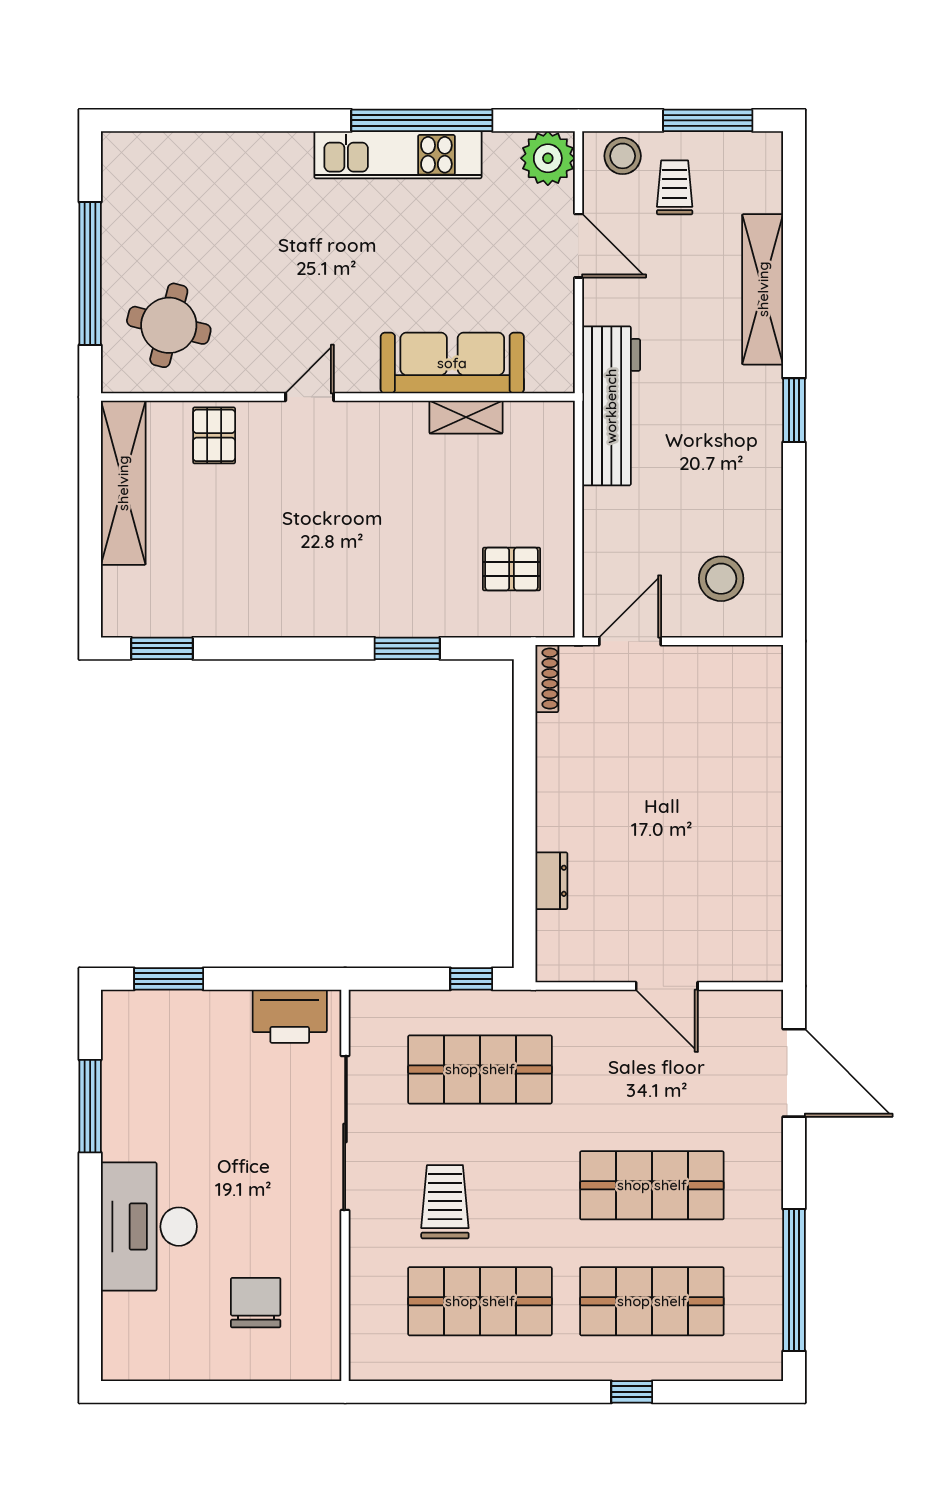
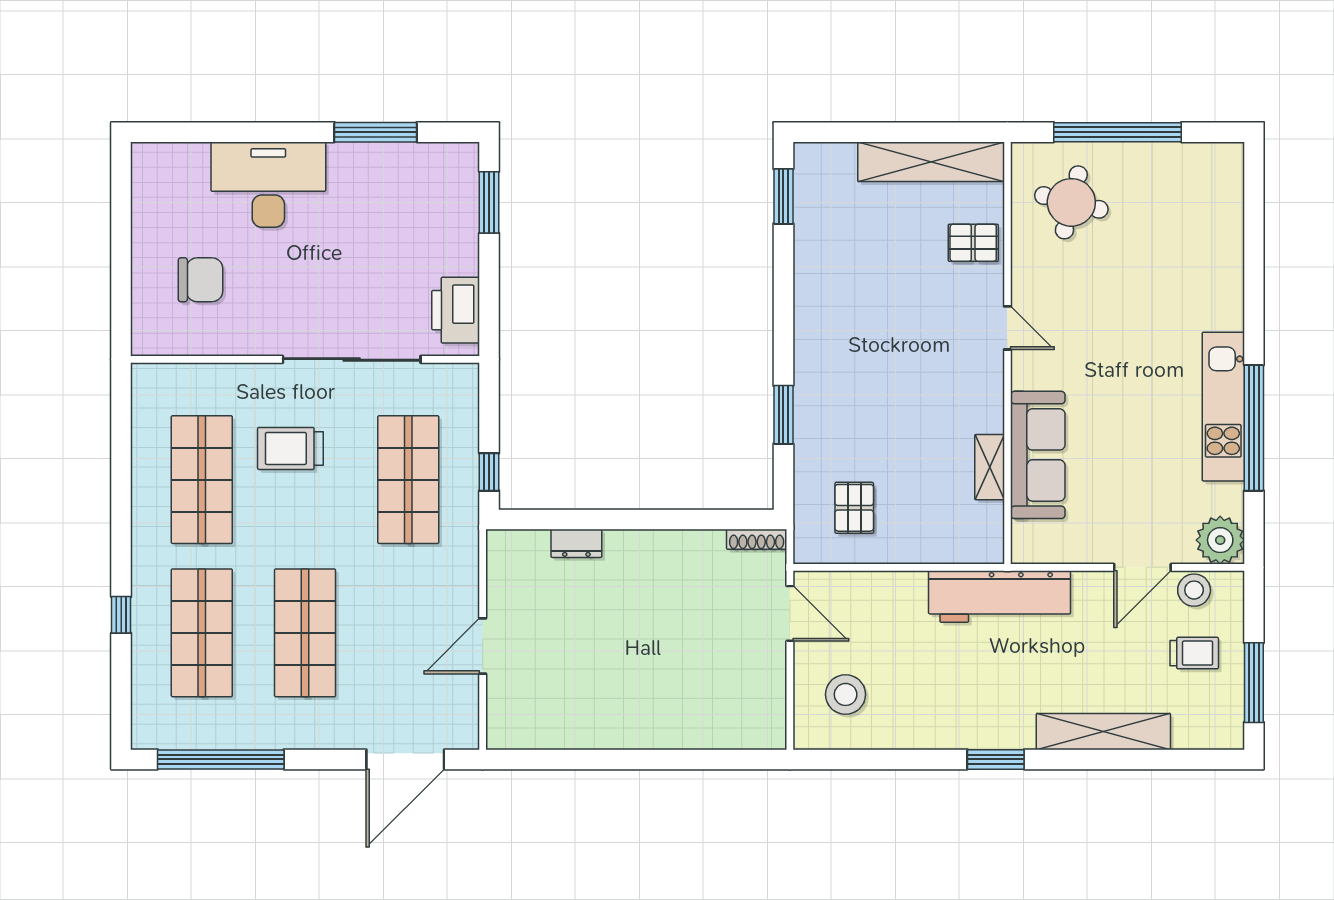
stool: (623, 156) -> (1194, 590), moved
trolley: (445, 1202) -> (290, 448), turned 180

